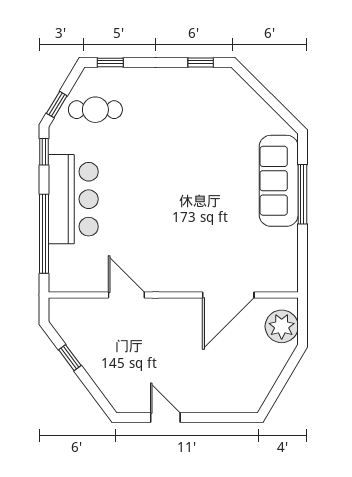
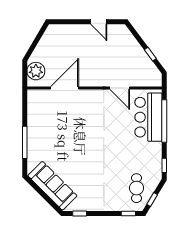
window: (57, 104) -> (152, 199), moved
cafe table: (95, 110) -> (136, 188), turned 90
sofa: (279, 181) -> (52, 186), moved, turned -45
bar counter: (73, 199) -> (148, 117), moved

